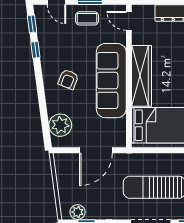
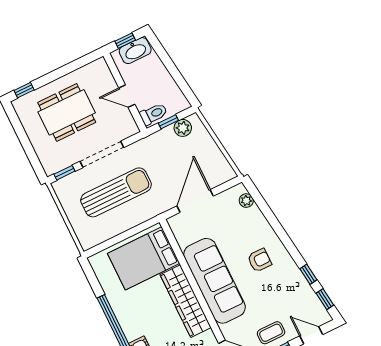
armchair: (68, 79) -> (259, 260), turned 68
plant: (60, 125) -> (246, 201), width x0.53, depth x0.53

